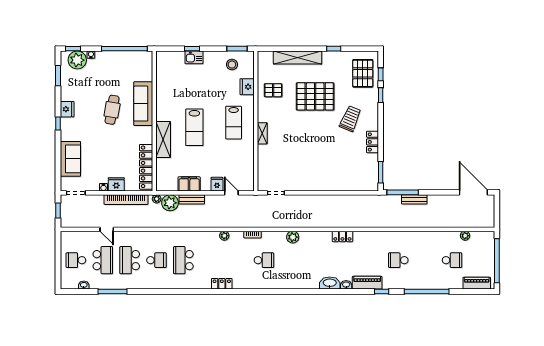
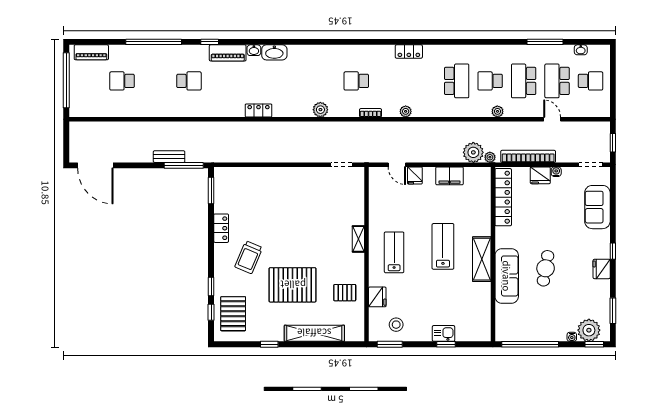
shelving: (163, 139) -> (482, 259), moved
bench: (192, 199) -> (446, 157), removed
plant: (465, 236) -> (497, 111), moved
school desk: (130, 260) -> (524, 81), turned 180

